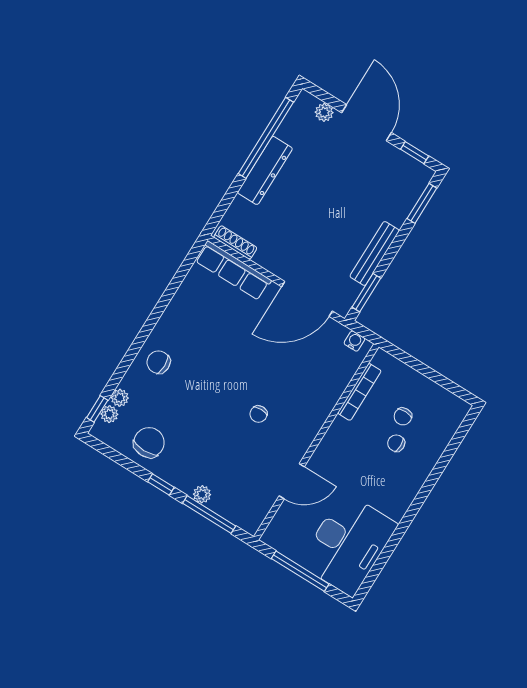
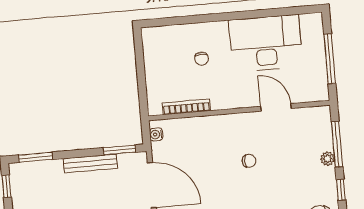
chair: (403, 416) -> (181, 67), removed
desk: (348, 544) -> (266, 43), moved

